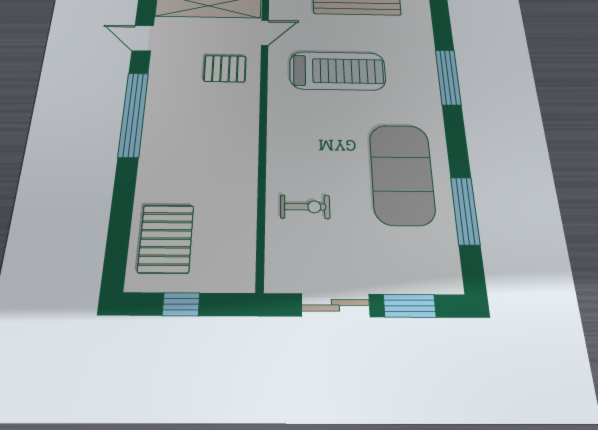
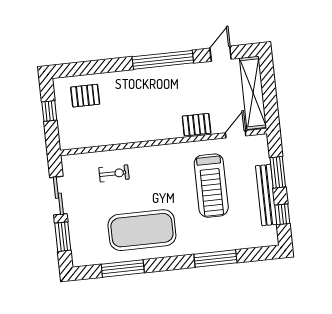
door: (265, 33) -> (236, 134), swing flipped
pallet: (225, 69) -> (197, 125), moved, turned 90
exercise bike: (305, 207) -> (114, 173), turned -90
pallet: (166, 239) -> (85, 96), width x0.67, depth x0.71

